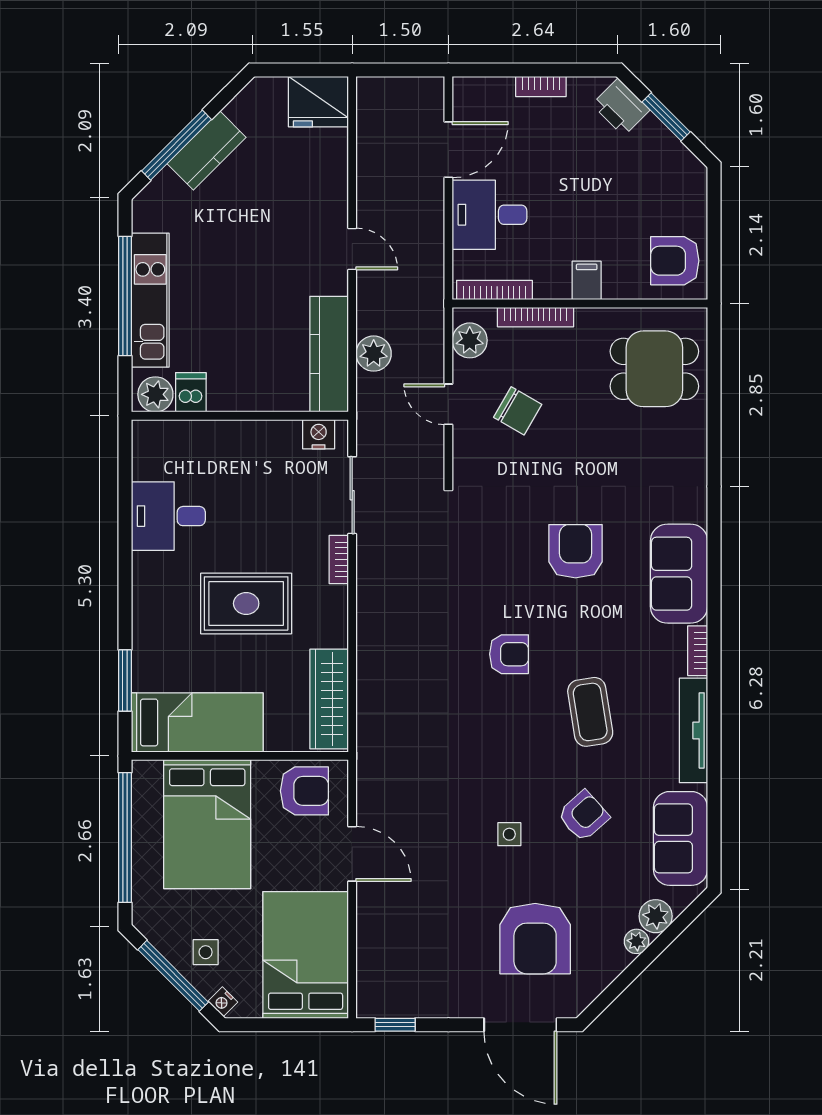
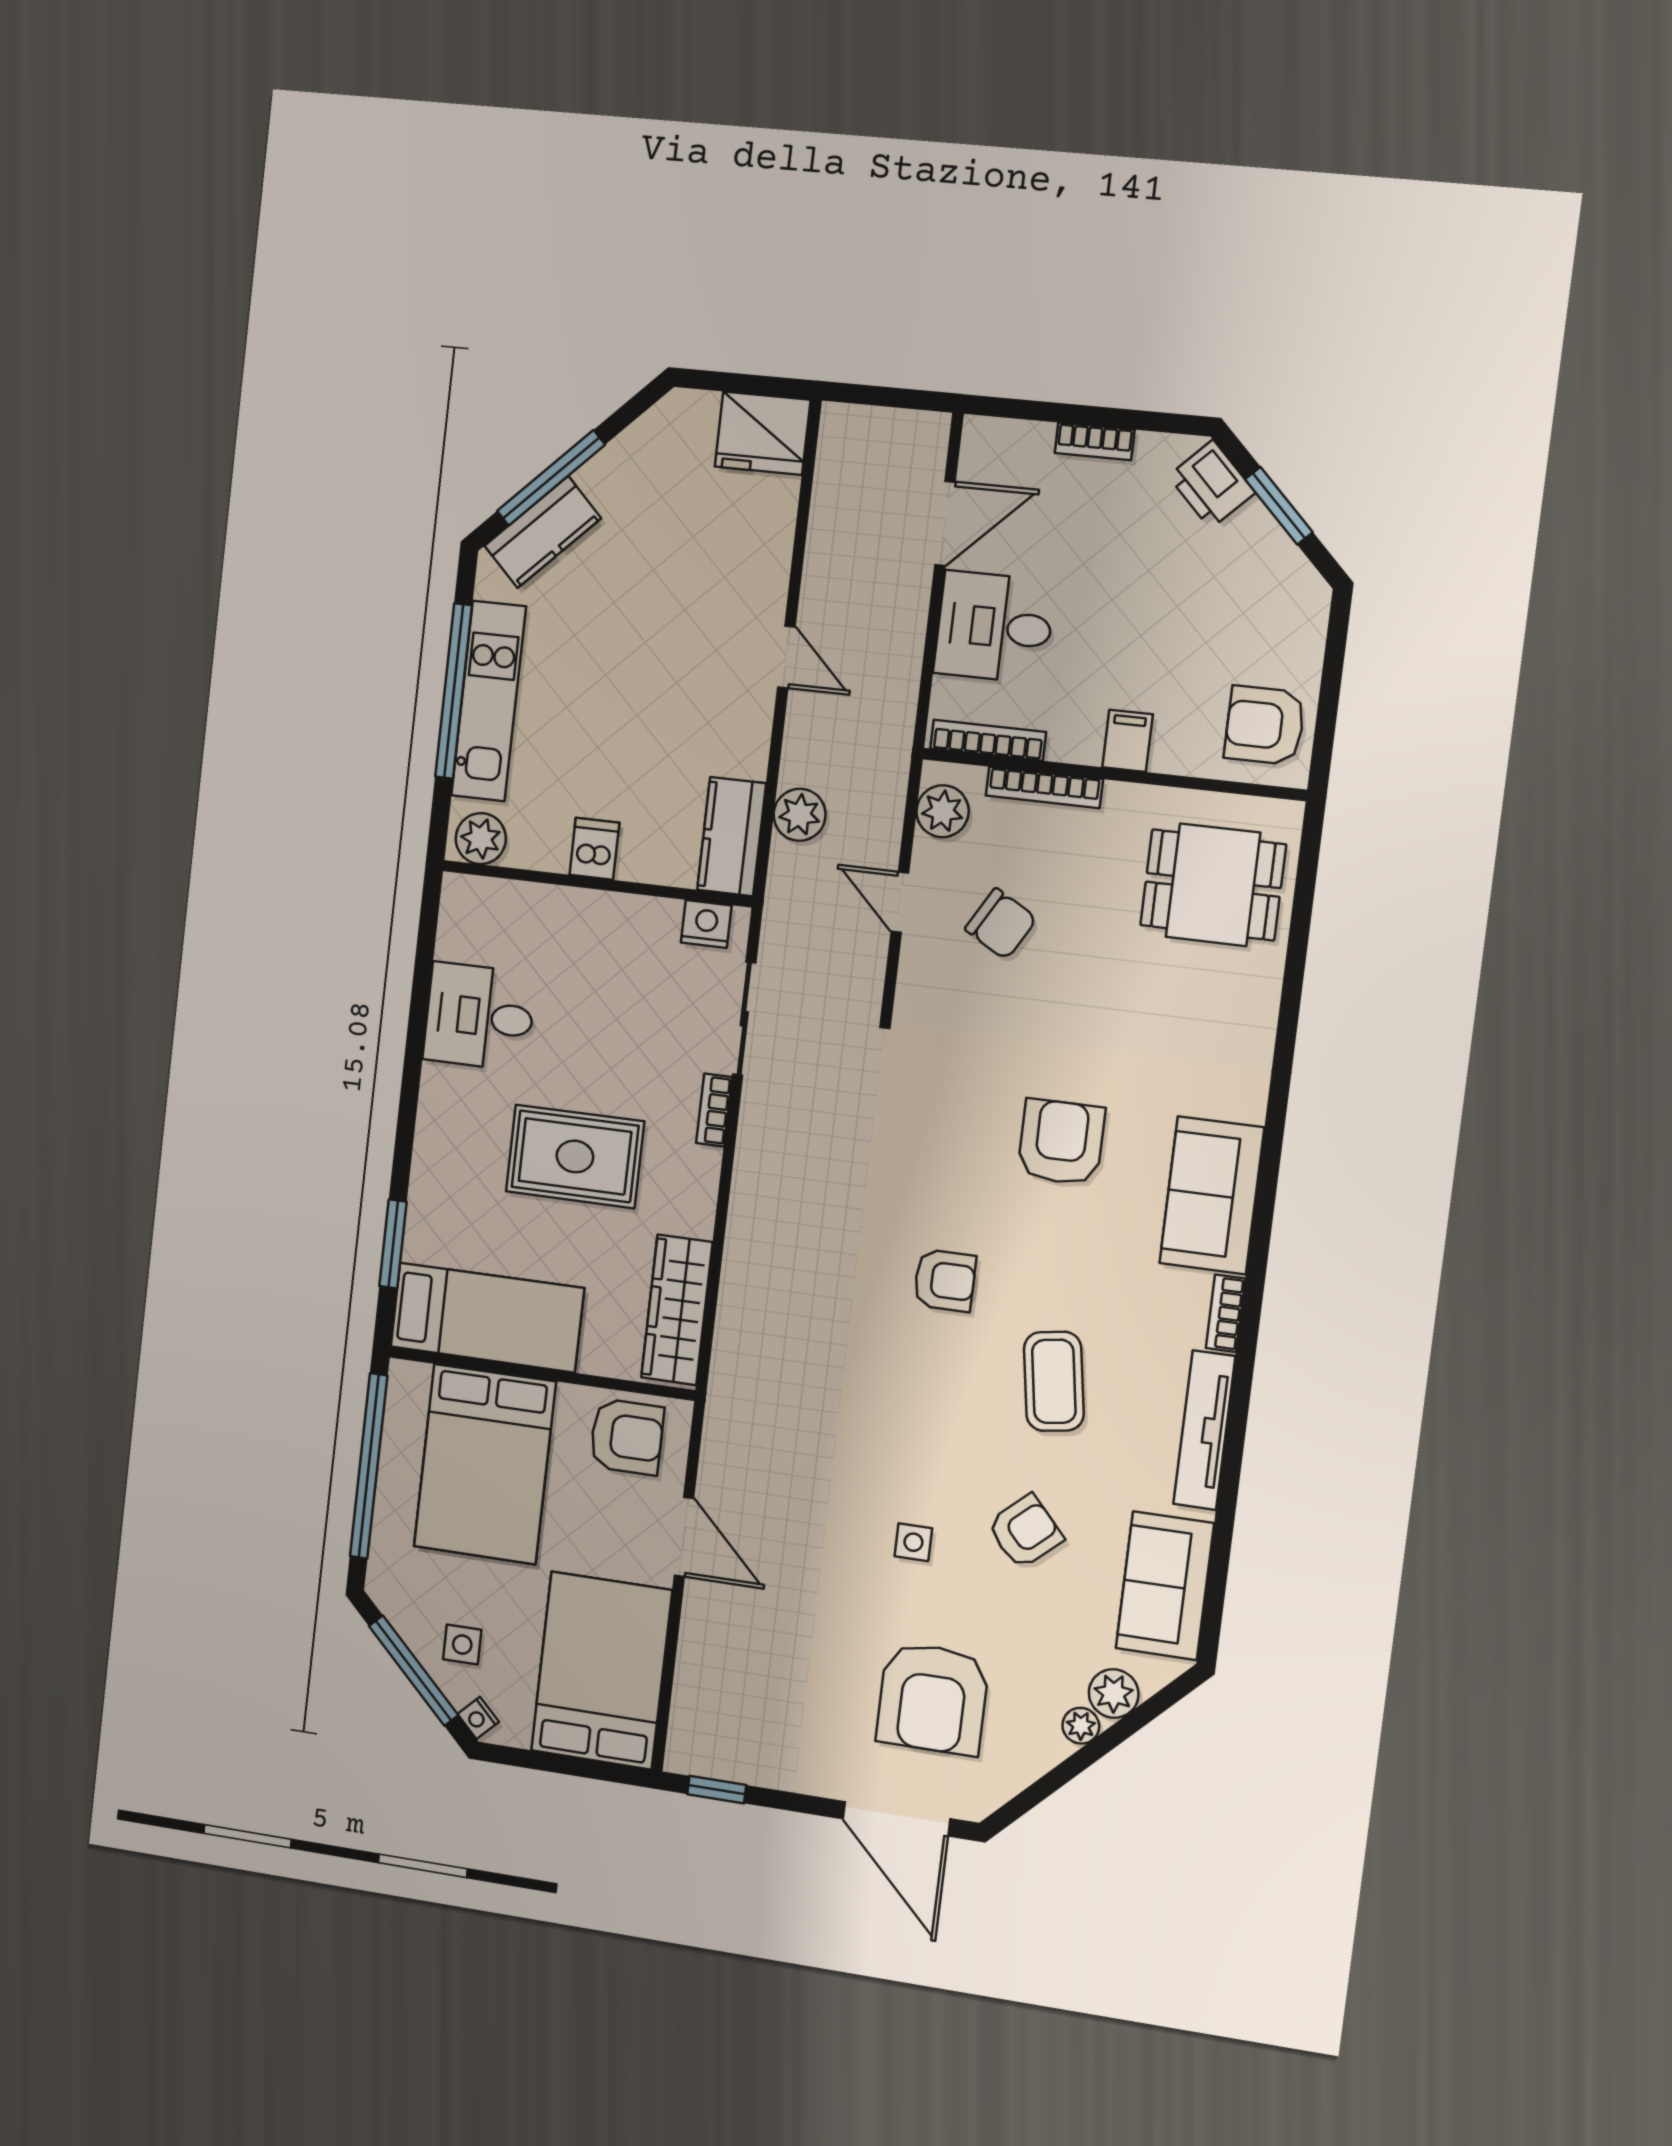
kitchen counter: (207, 151) -> (543, 532), moved
kitchen counter: (329, 354) -> (732, 837), width x0.67
dishwasher: (191, 392) -> (594, 849), moved

